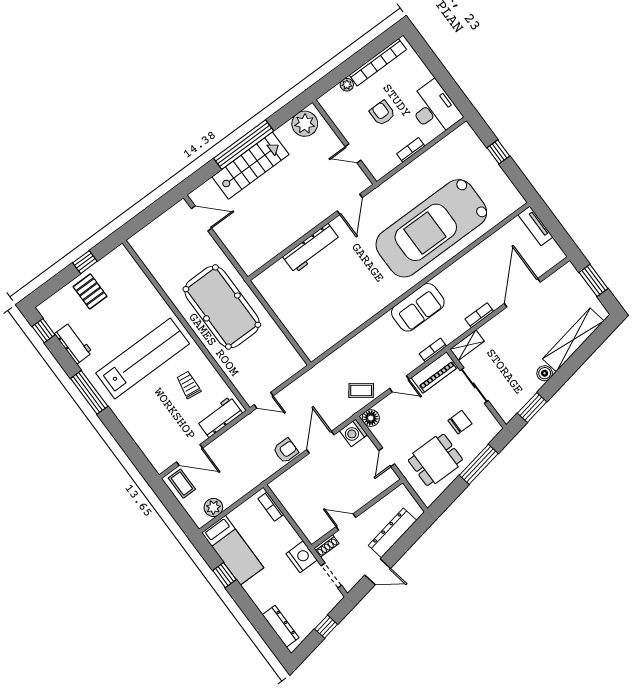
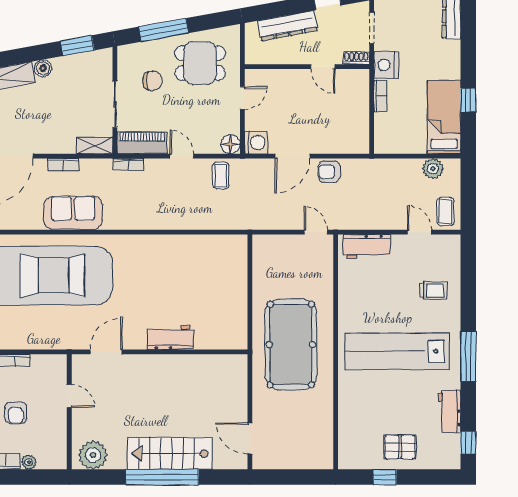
workbench: (311, 248) -> (170, 338), width x0.73
pallet: (90, 292) -> (400, 447), turned 90
sofa: (418, 307) -> (73, 213), moved
trolley: (188, 385) -> (433, 290), moved, turned -97
coffee table: (361, 391) -> (221, 176), turned 53
chair: (460, 422) -> (152, 81), turned 180
door: (190, 455) -> (419, 232), width x0.73
bookcase: (271, 507) -> (380, 96), moved

